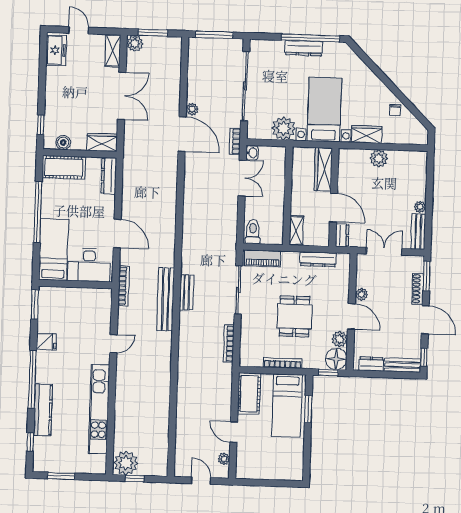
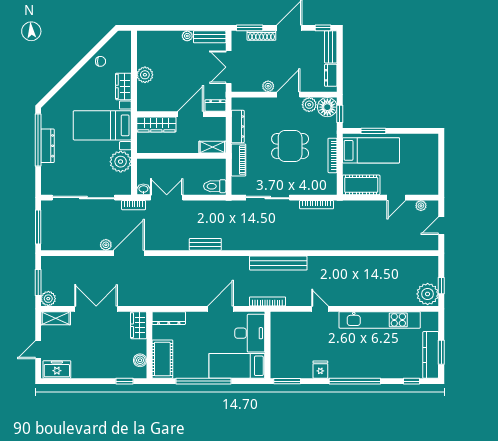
piano: (263, 258) -> (239, 160), moved
bench: (187, 292) -> (205, 244), moved
kitchen counter: (43, 410) -> (431, 355), moved, turned -90

